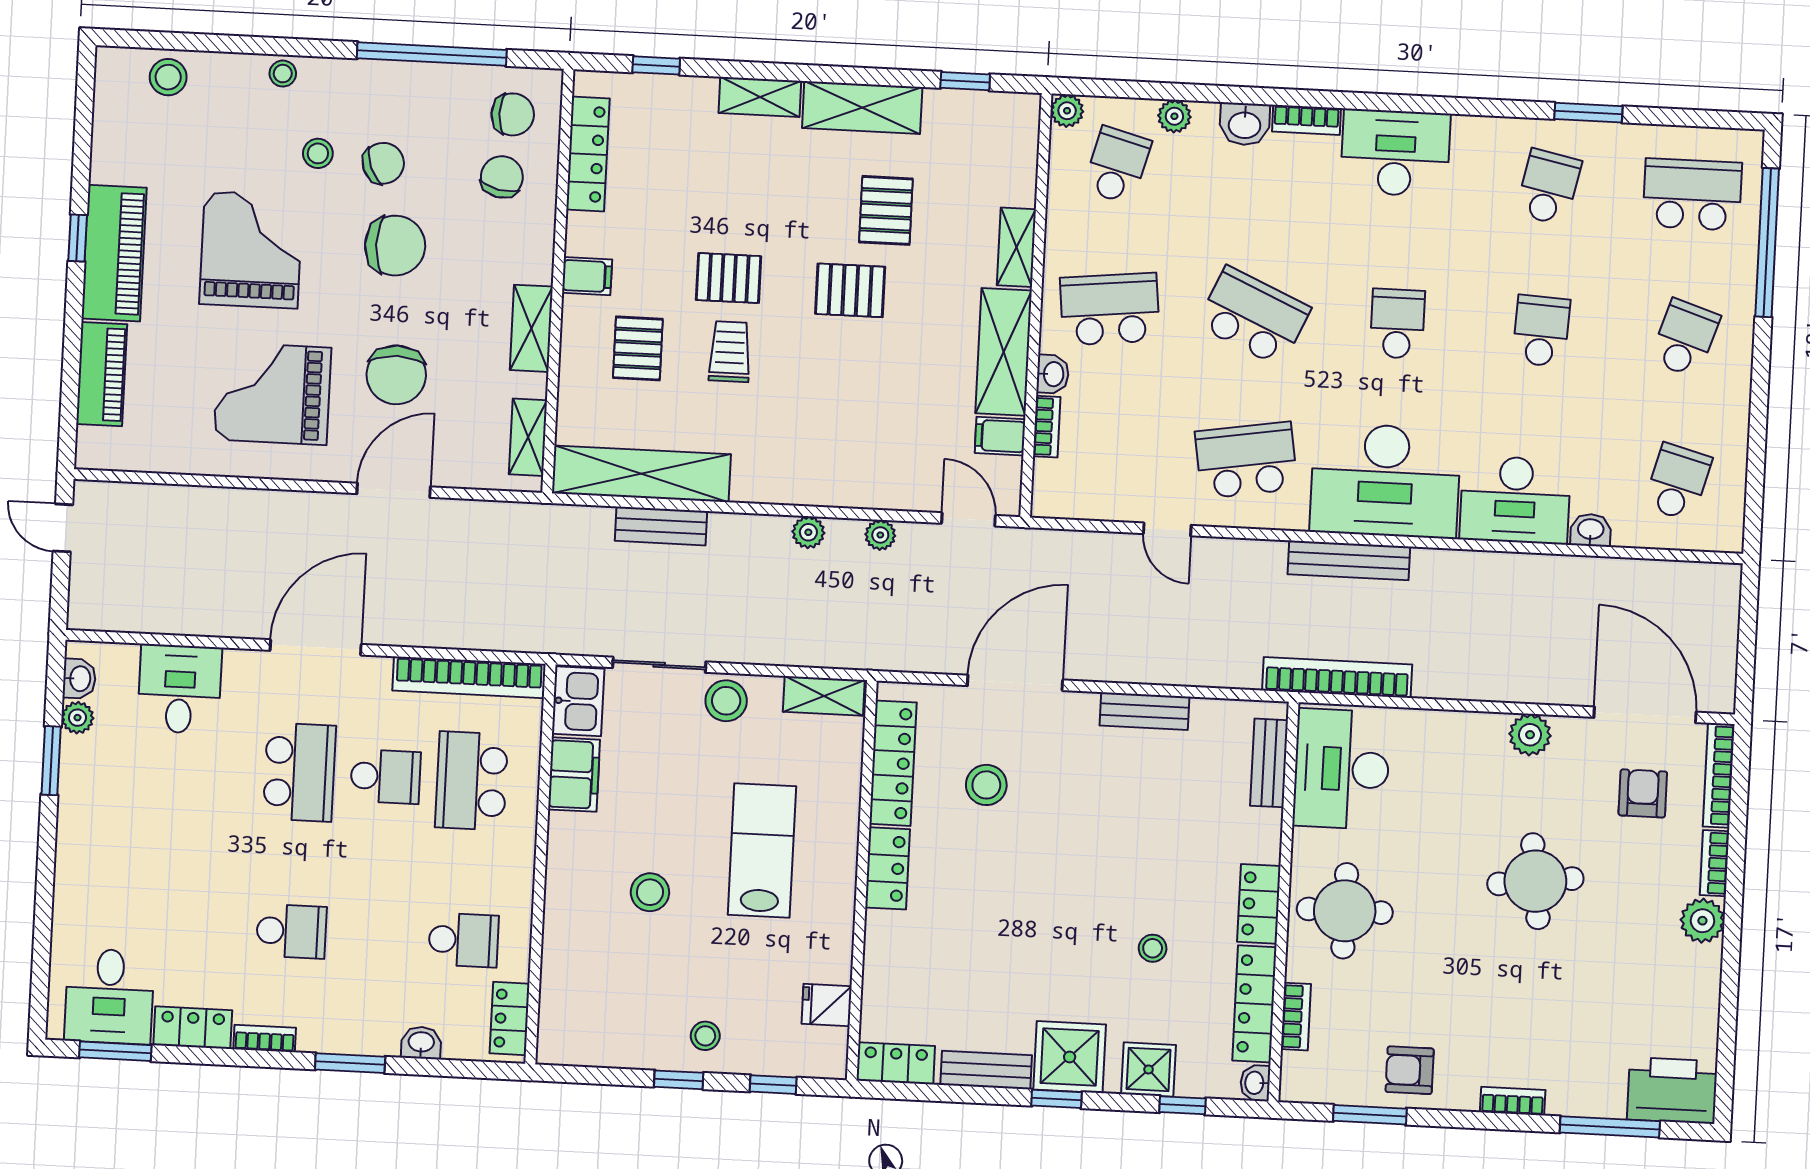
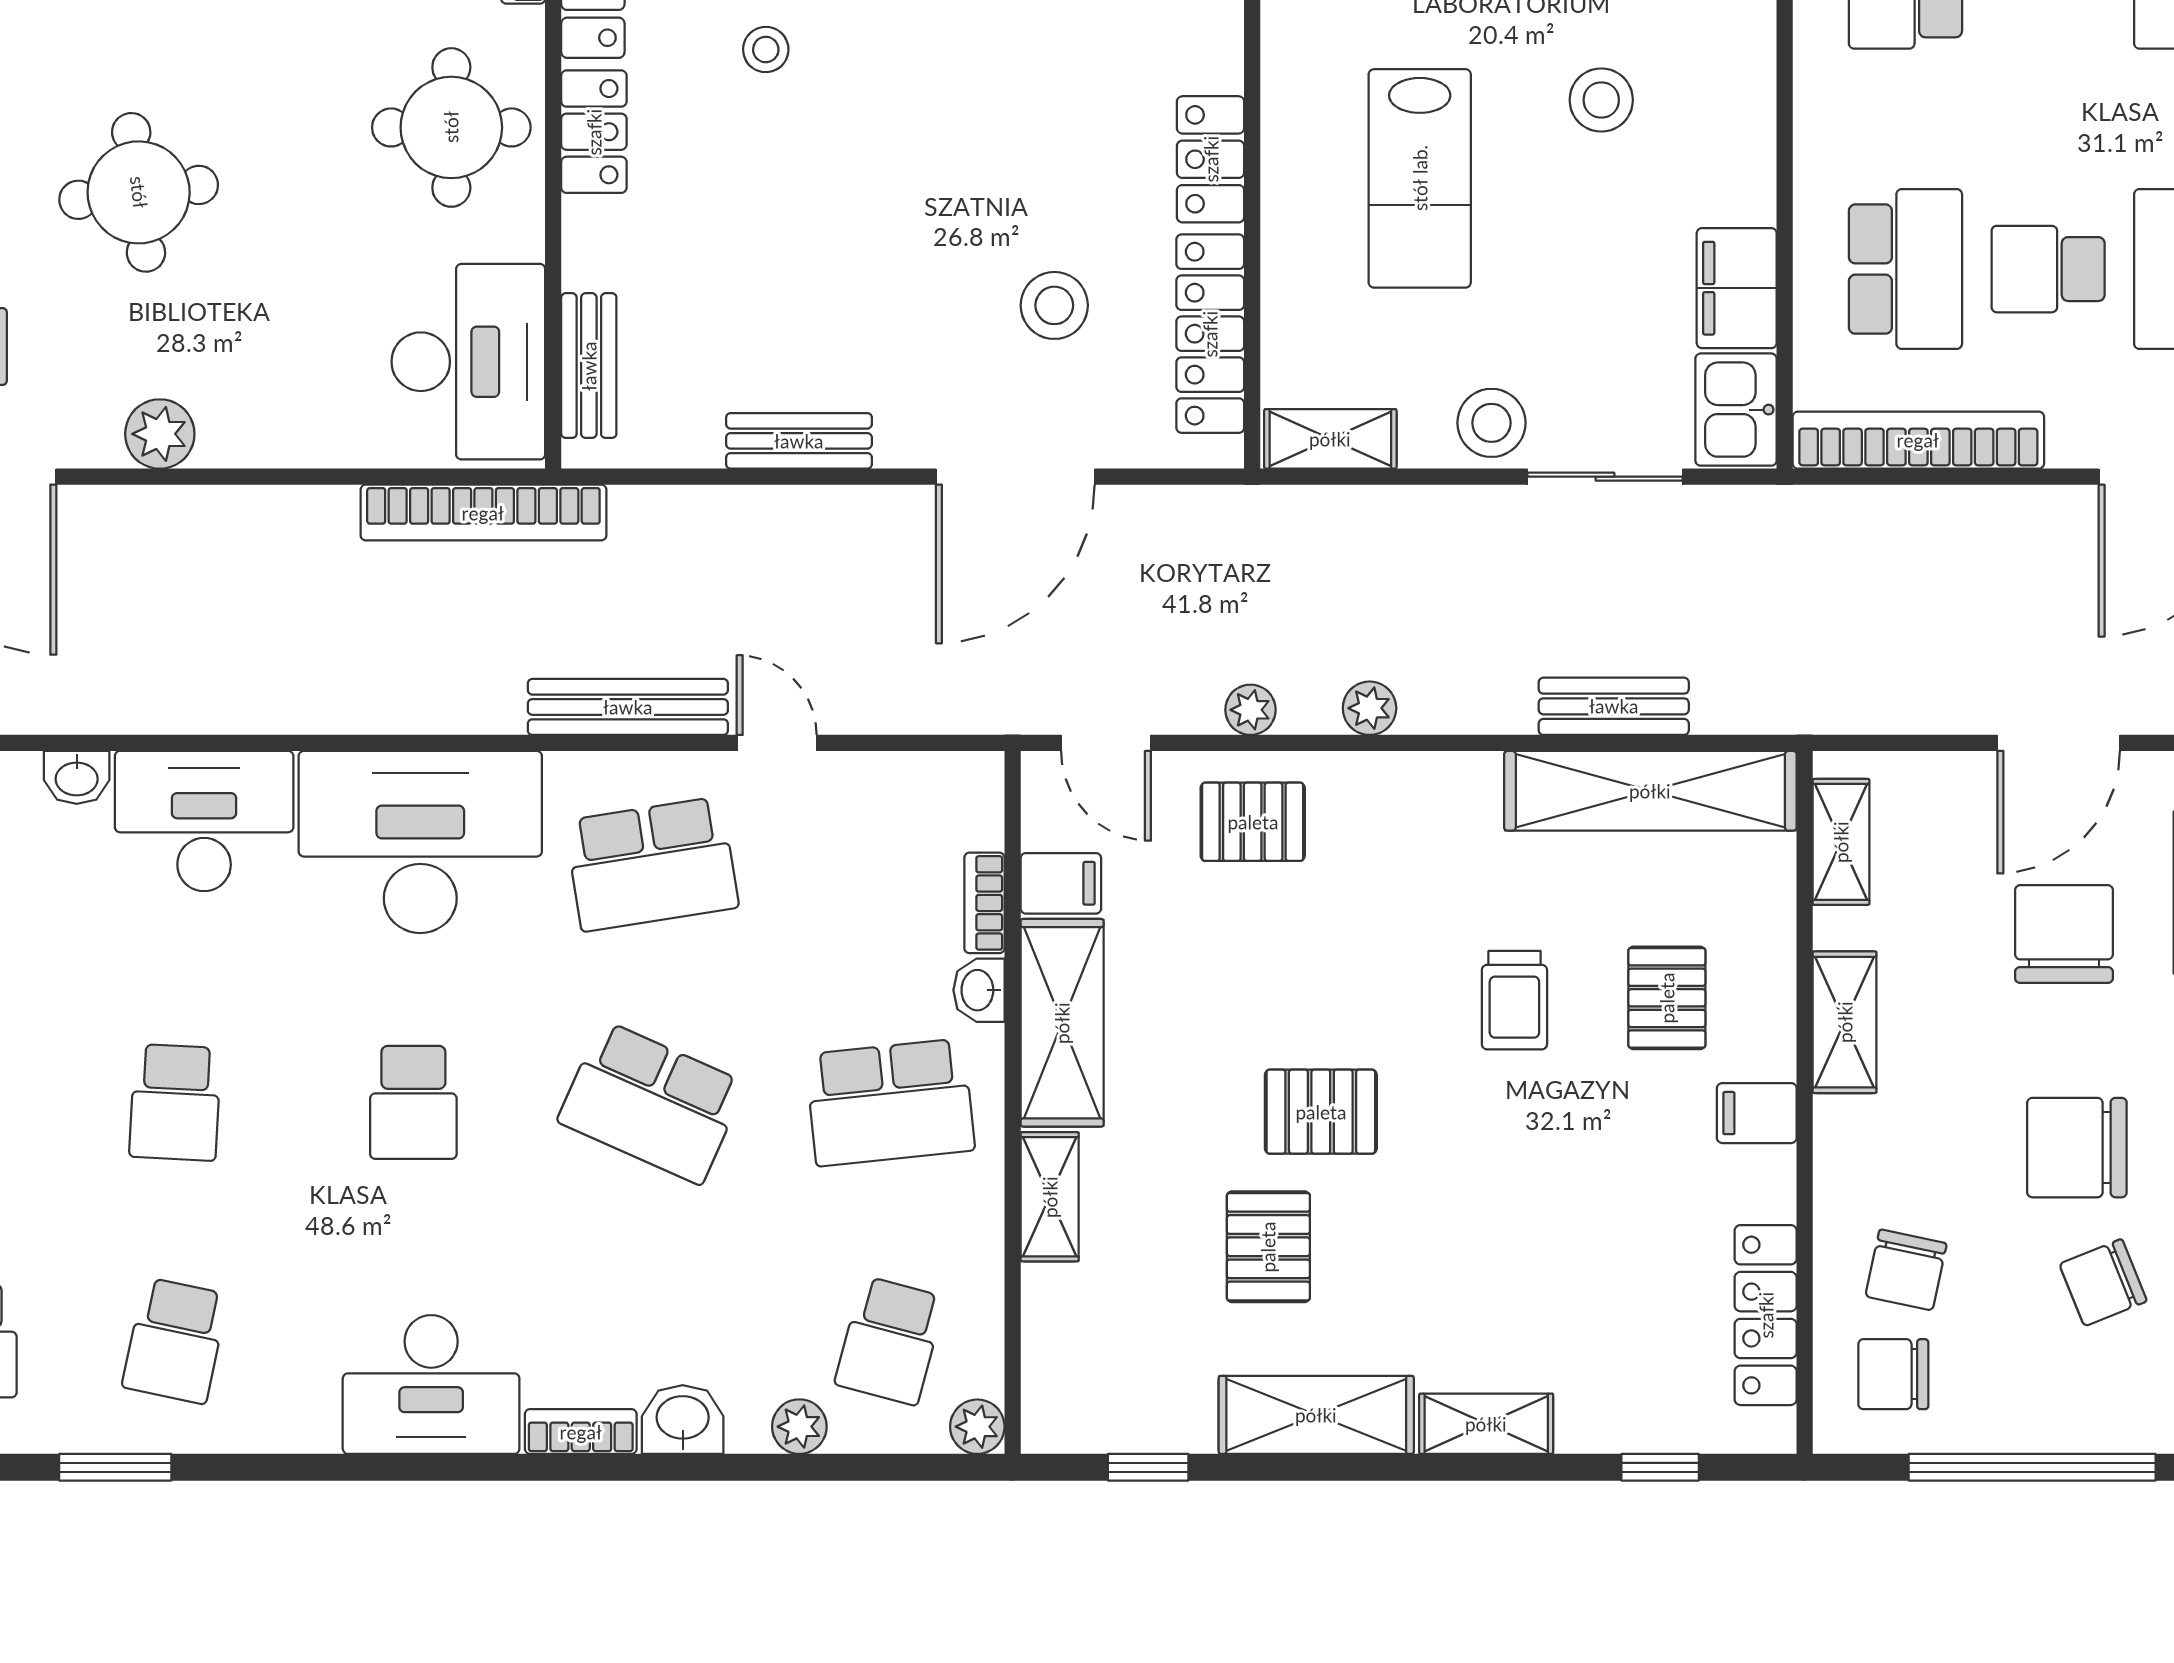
pallet: (729, 278) -> (1253, 822), moved
bench: (1349, 560) -> (628, 707), moved

